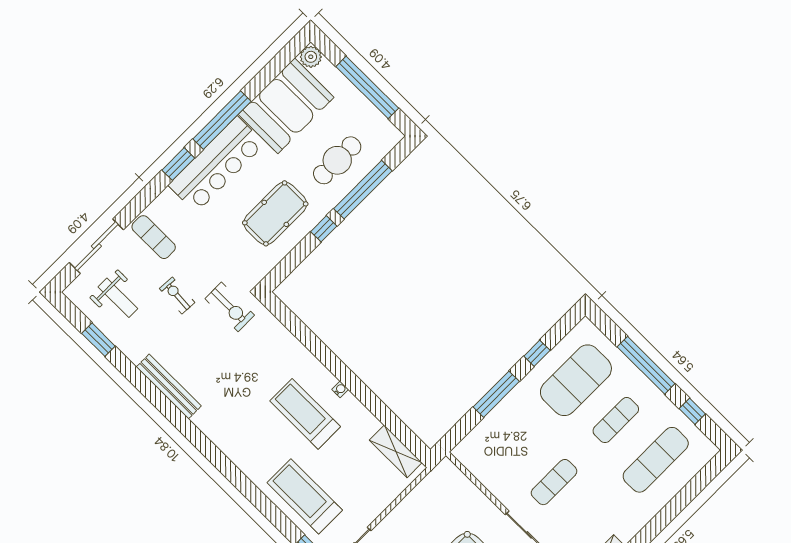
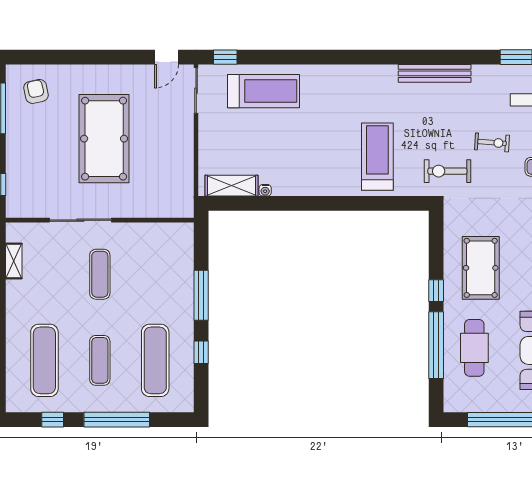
exercise mat: (576, 380) -> (155, 360), width x0.68
water cooler: (340, 389) -> (265, 190), moved
treadmill: (305, 414) -> (377, 157), moved, turned -90

